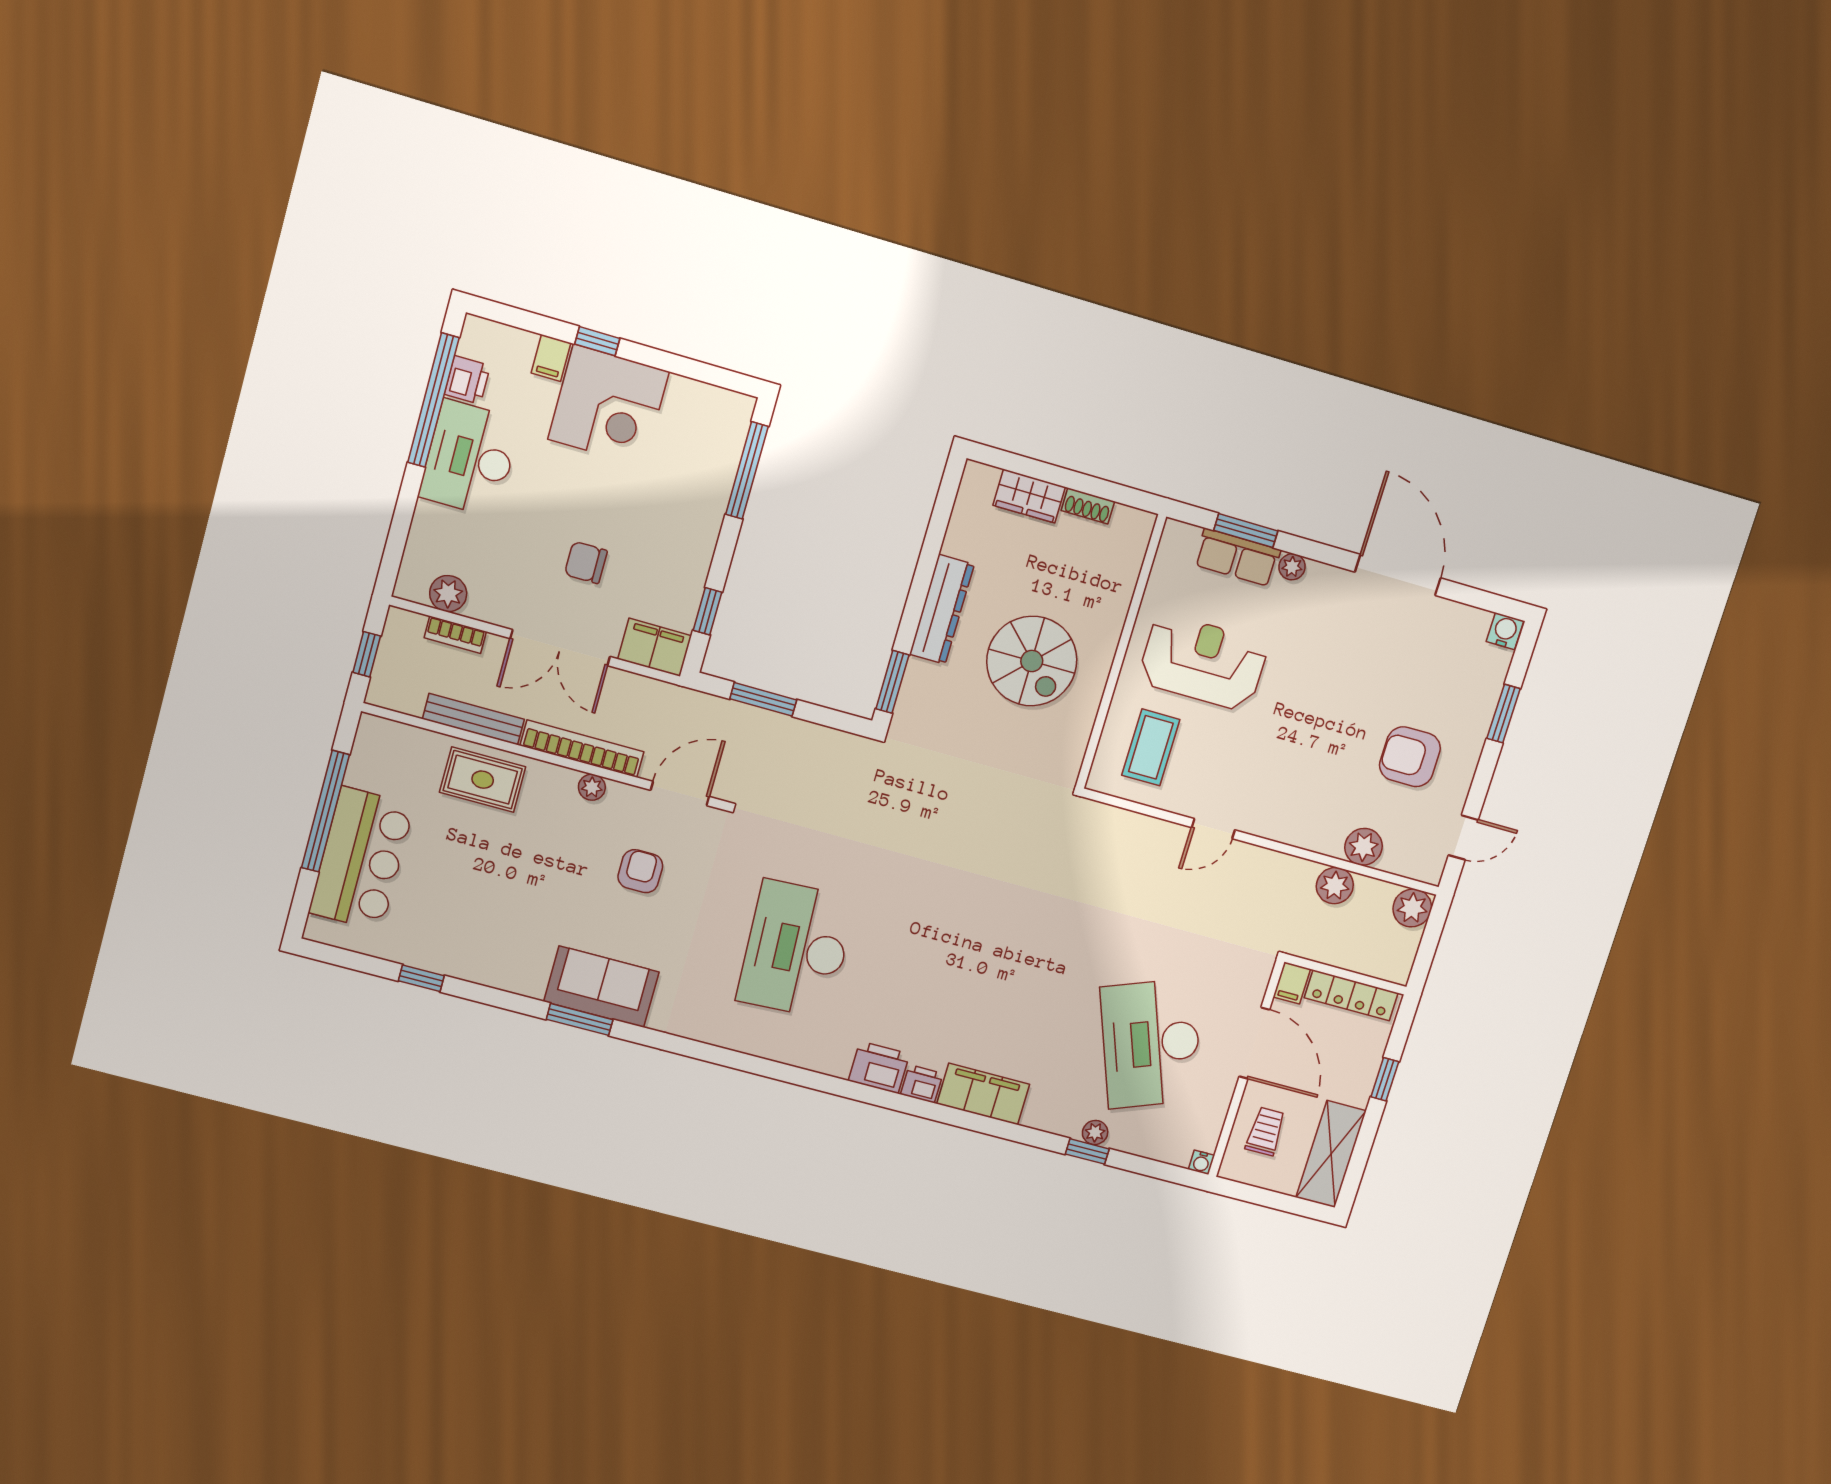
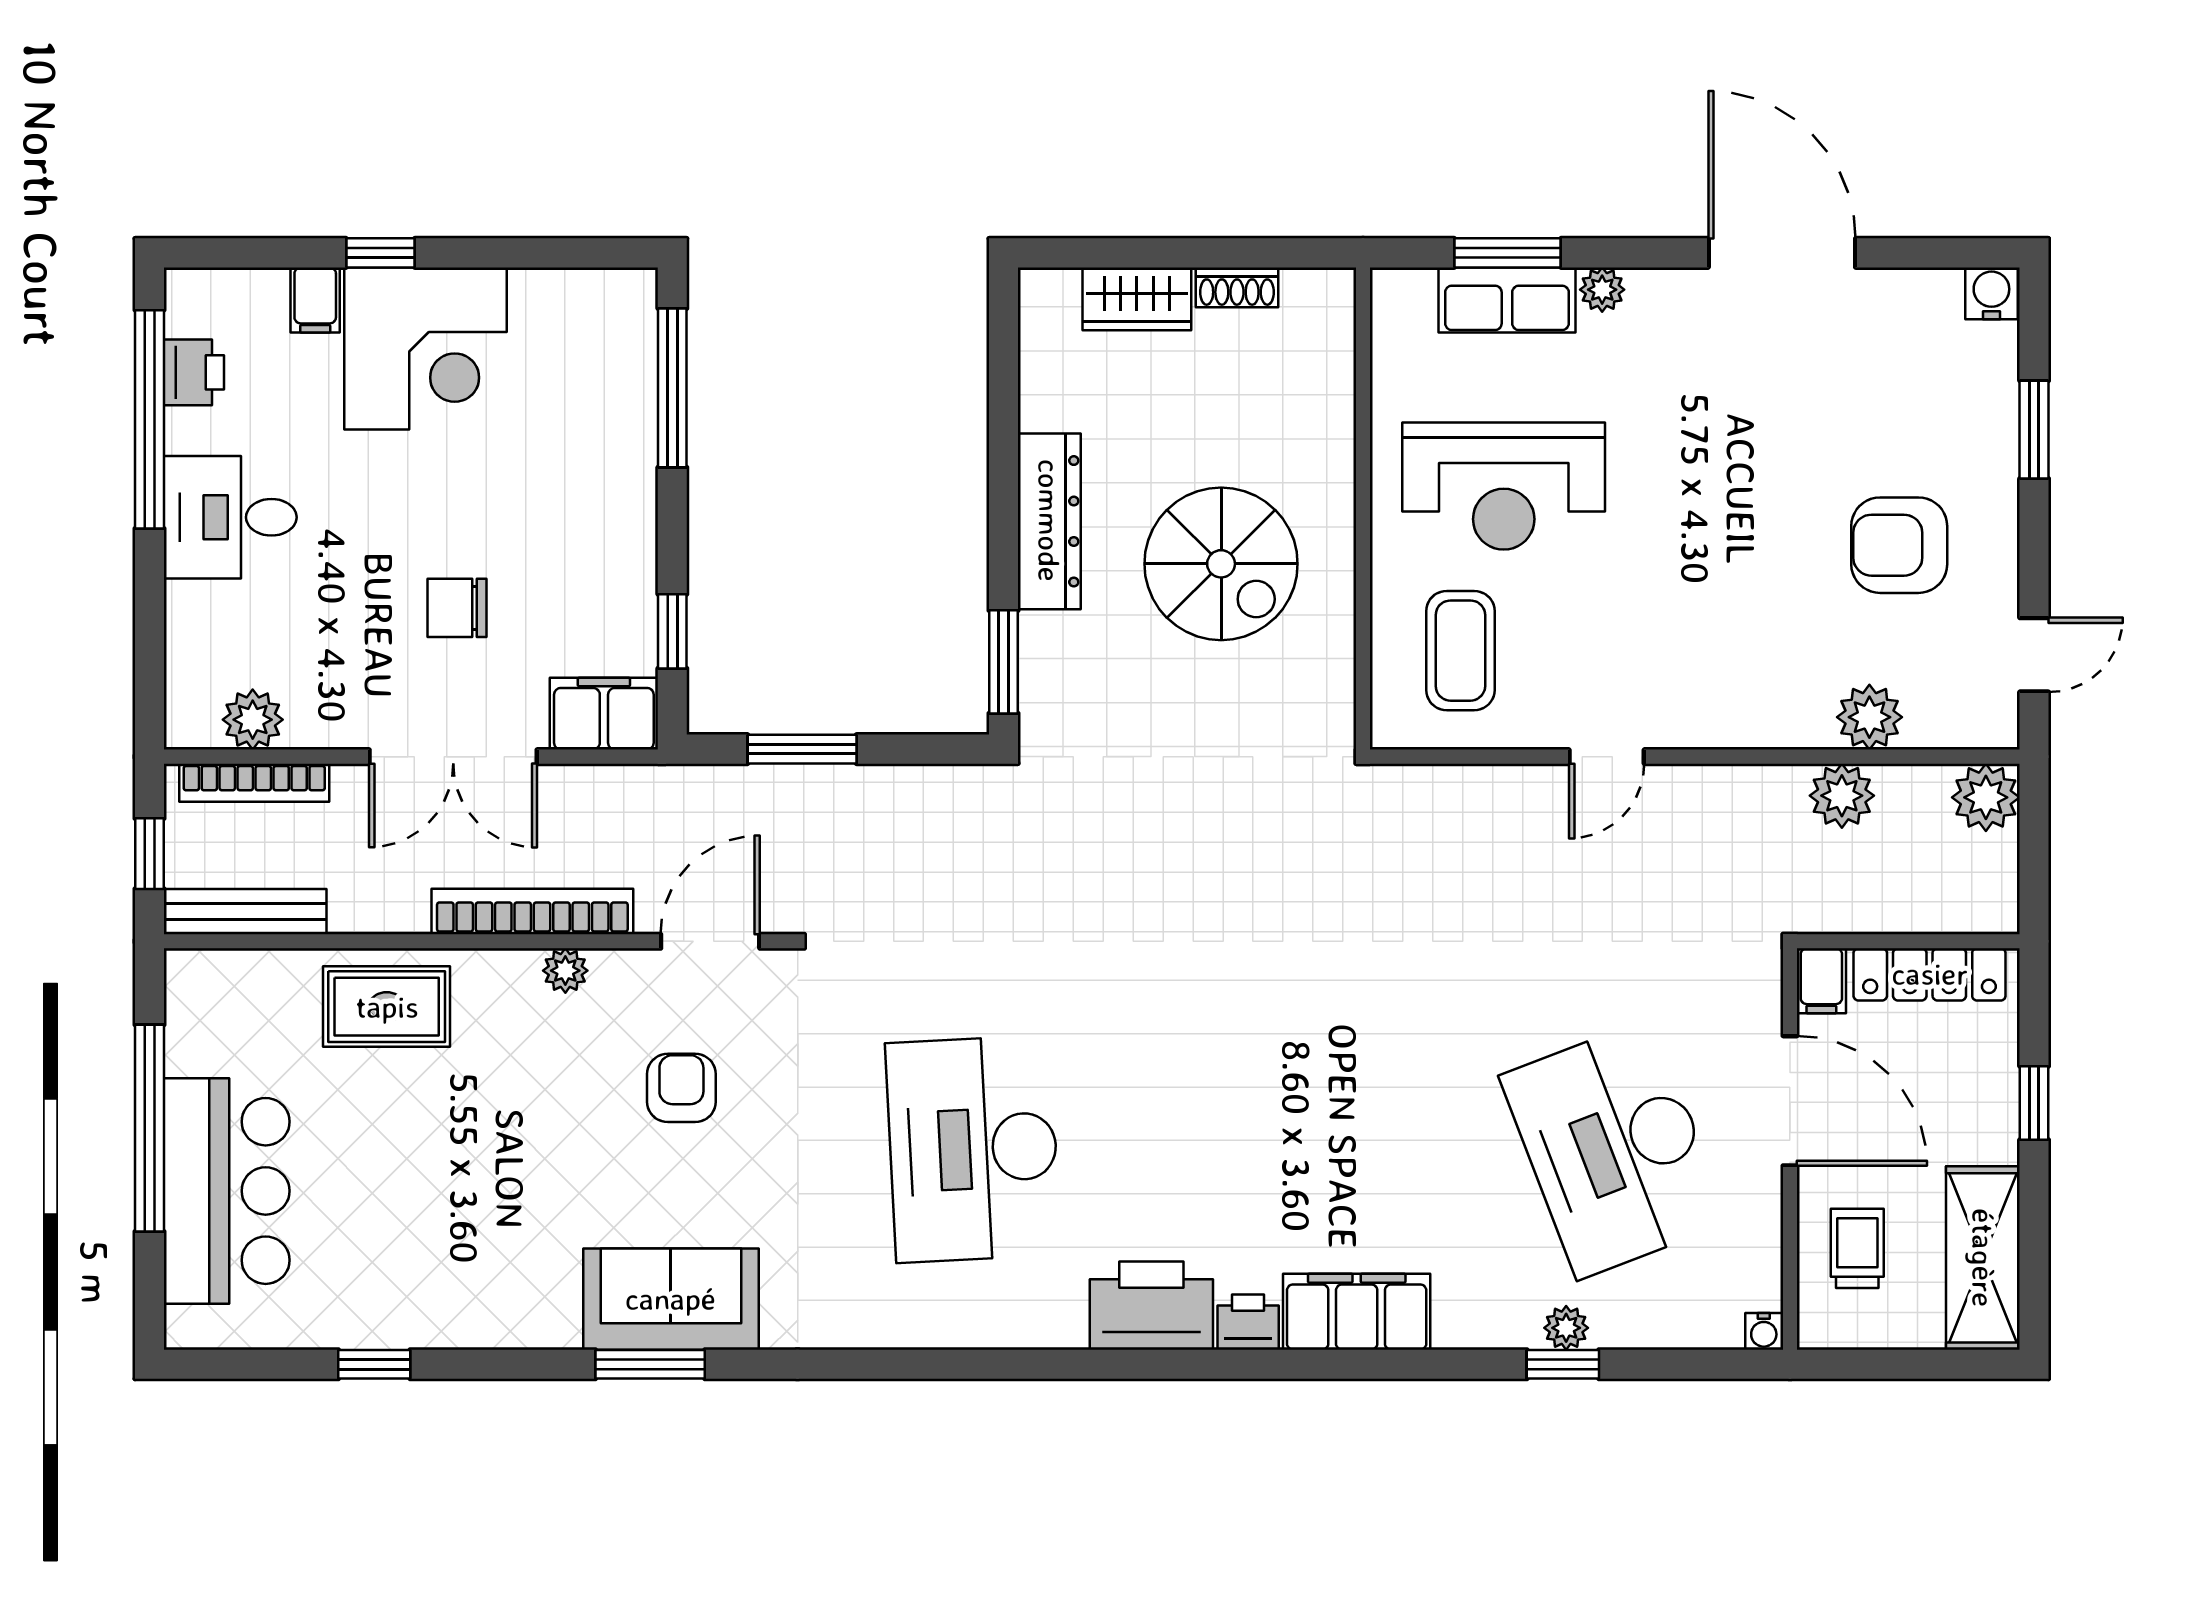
desk: (470, 458) -> (230, 517), width x0.73
bookcase: (455, 635) -> (254, 783), width x1.56
reception desk: (1203, 662) -> (1504, 486), turned 180
bench: (473, 719) -> (245, 912), moved
printer: (879, 1067) -> (1151, 1306), width x1.37, depth x1.19

